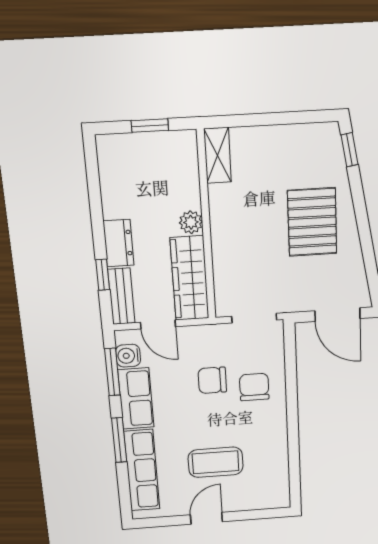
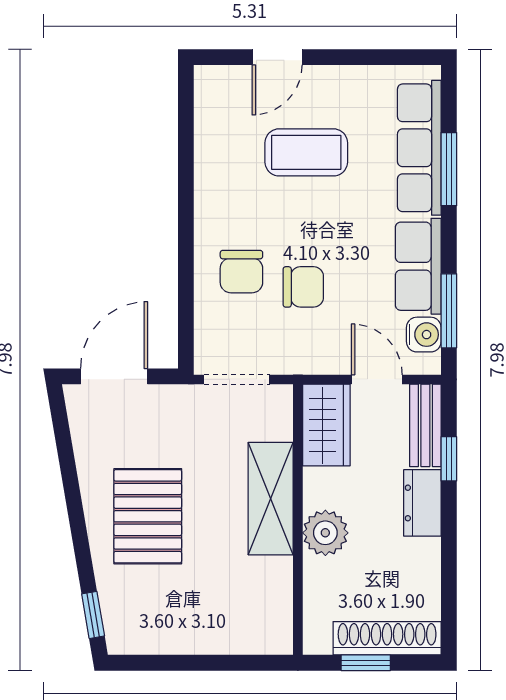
shoe rack: (136, 145) -> (387, 638), added
shelving: (218, 155) -> (271, 499), moved, width x1.50, depth x1.33
plant: (191, 222) -> (325, 533), width x1.38, depth x1.38
wardrobe: (190, 278) -> (326, 425), width x0.67
door: (337, 315) -> (114, 376), hinge flipped
window: (119, 440) -> (449, 169), moved
door: (206, 518) -> (277, 57), moved

